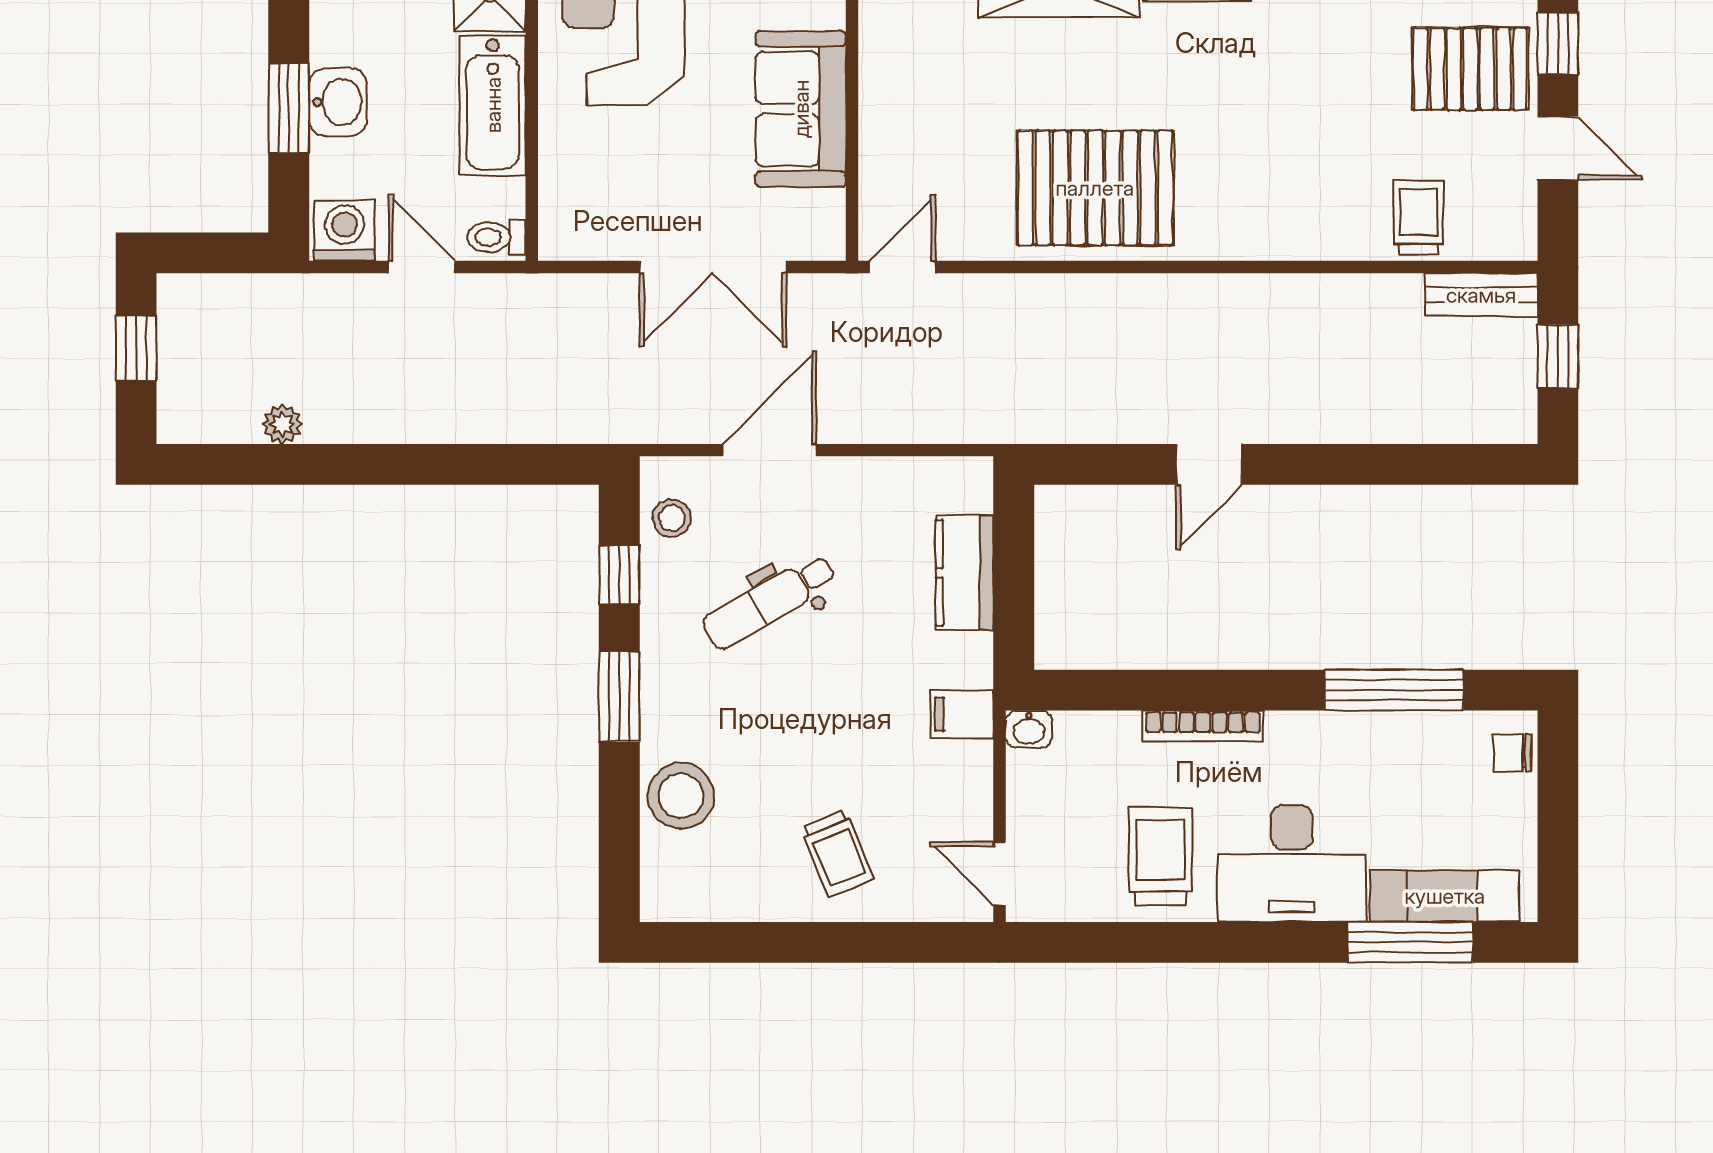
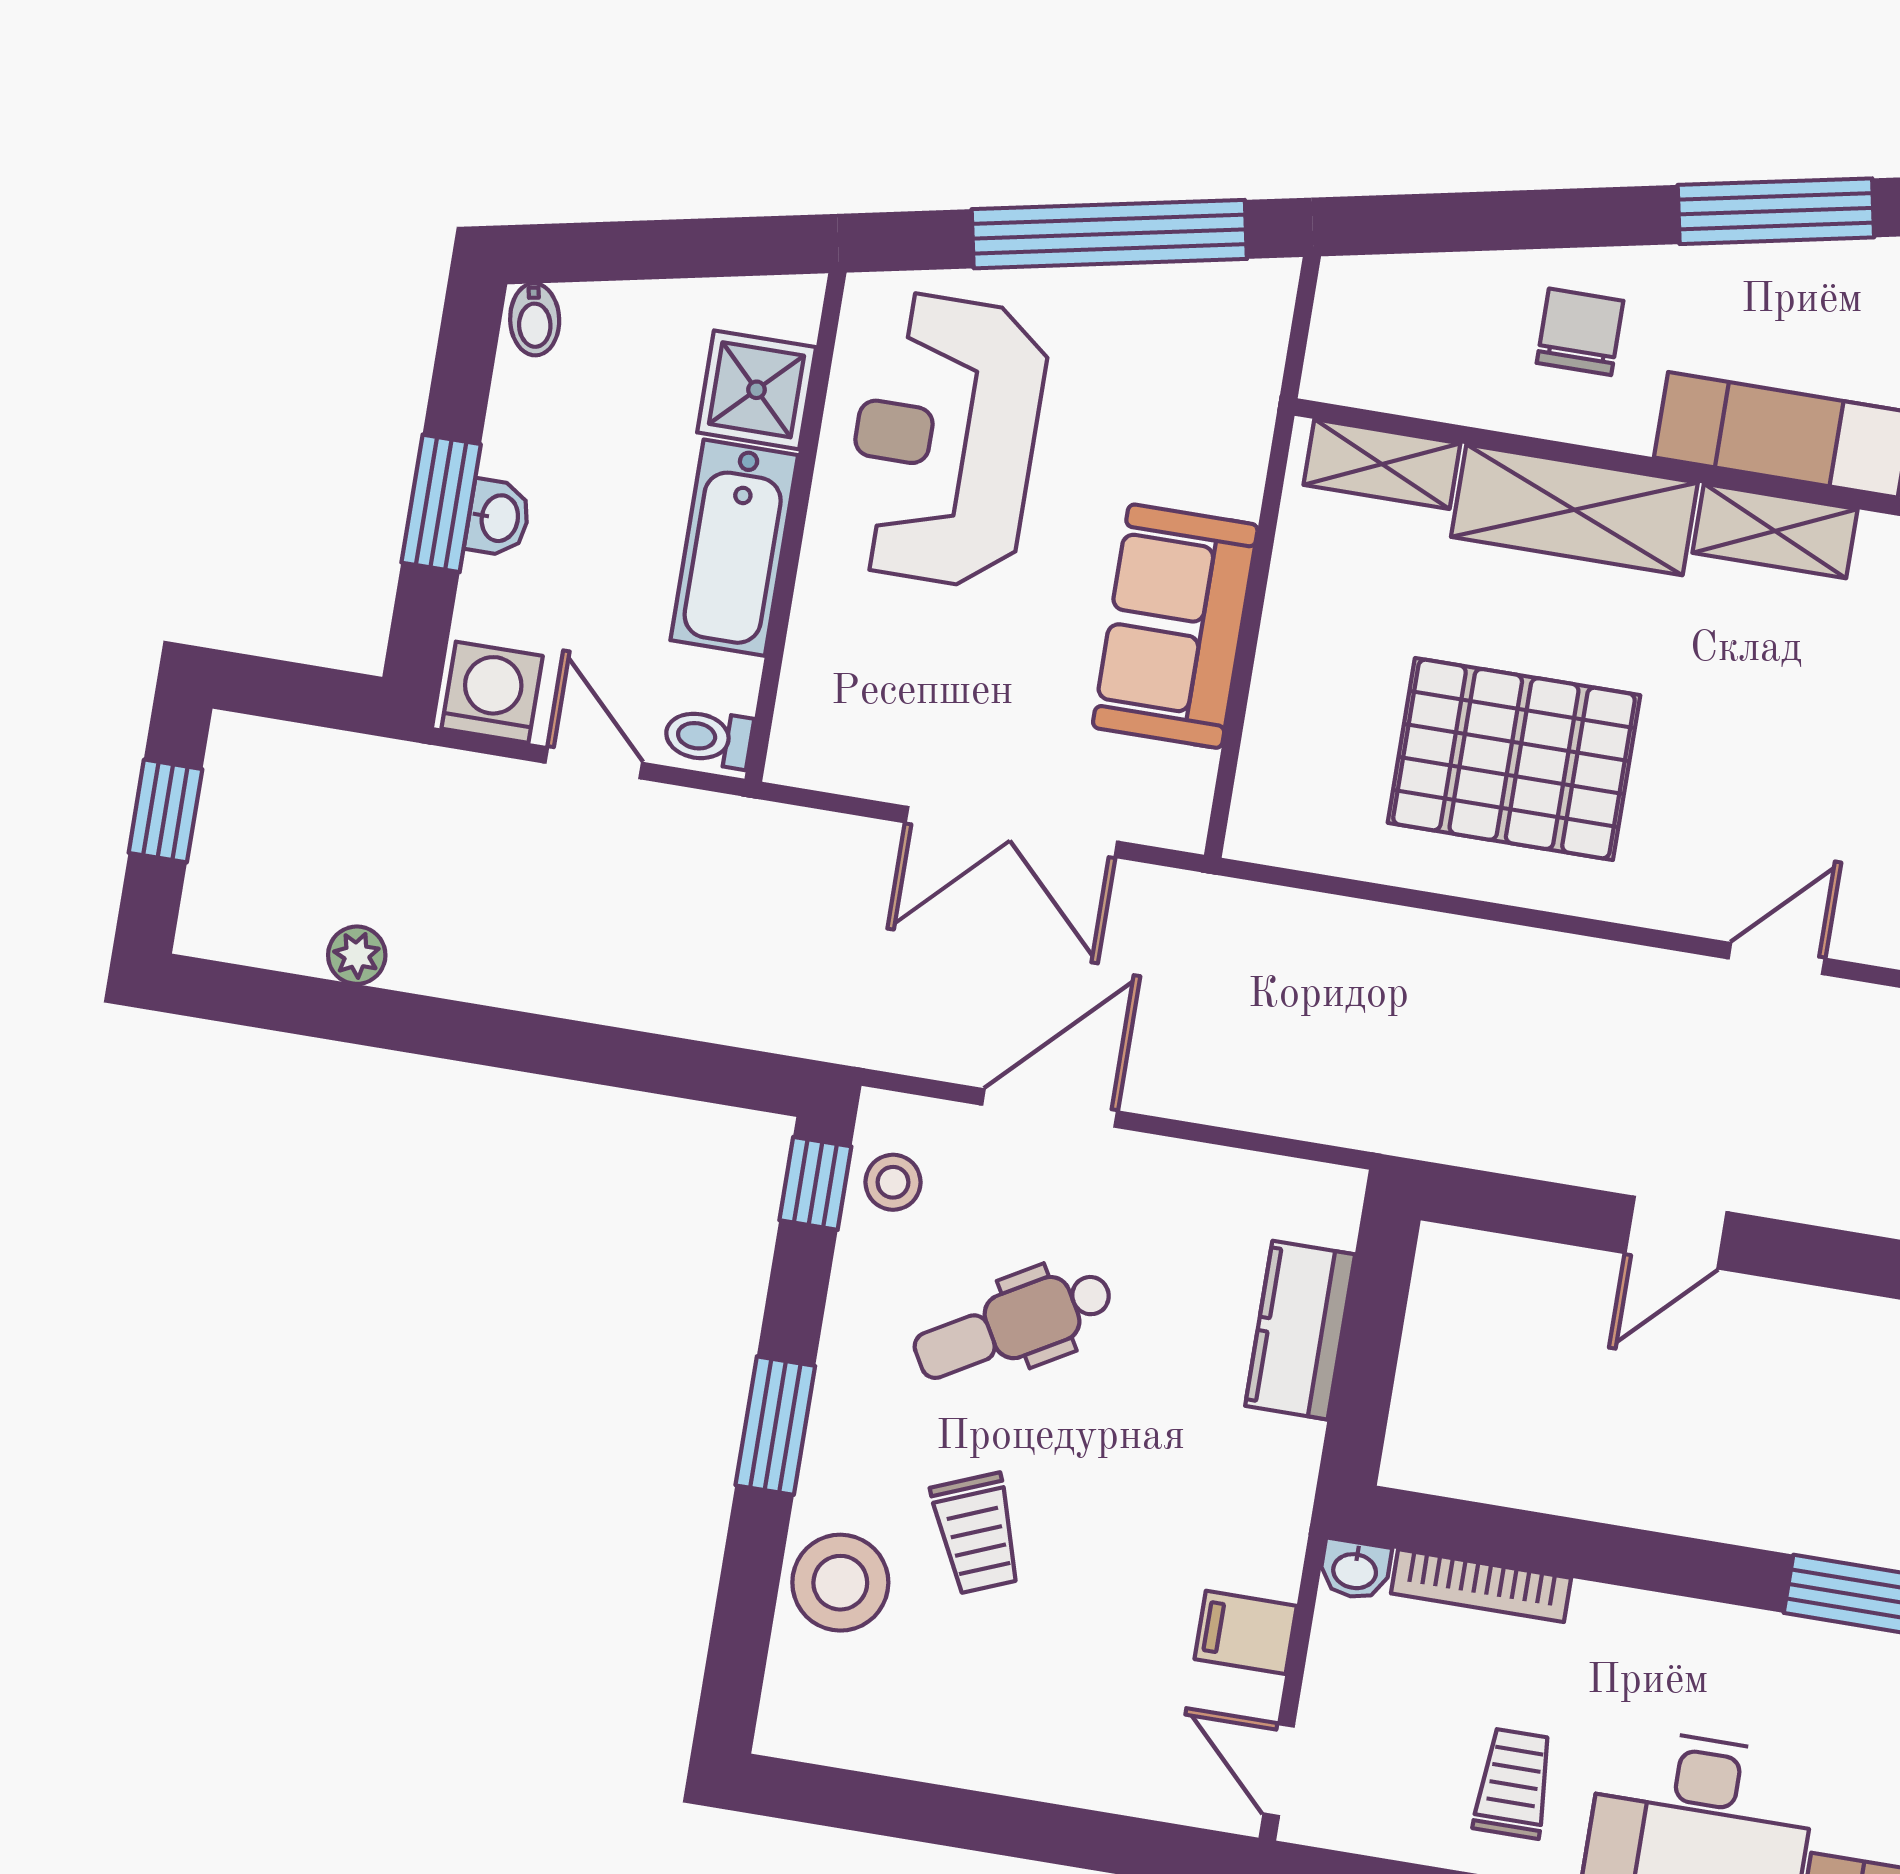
washbasin: (338, 102) -> (498, 518), width x0.72, depth x0.69
pallet: (1095, 188) -> (1514, 759), moved
door: (903, 267) -> (1777, 959), moved
window: (619, 575) -> (815, 1183), moved
filing cabinet: (962, 714) -> (1246, 1632), moved
bookcase: (1203, 726) -> (1481, 1586), moved
trolley: (837, 853) -> (977, 1533), moved
trolley: (1161, 857) -> (1514, 1783), width x0.73, depth x0.72

